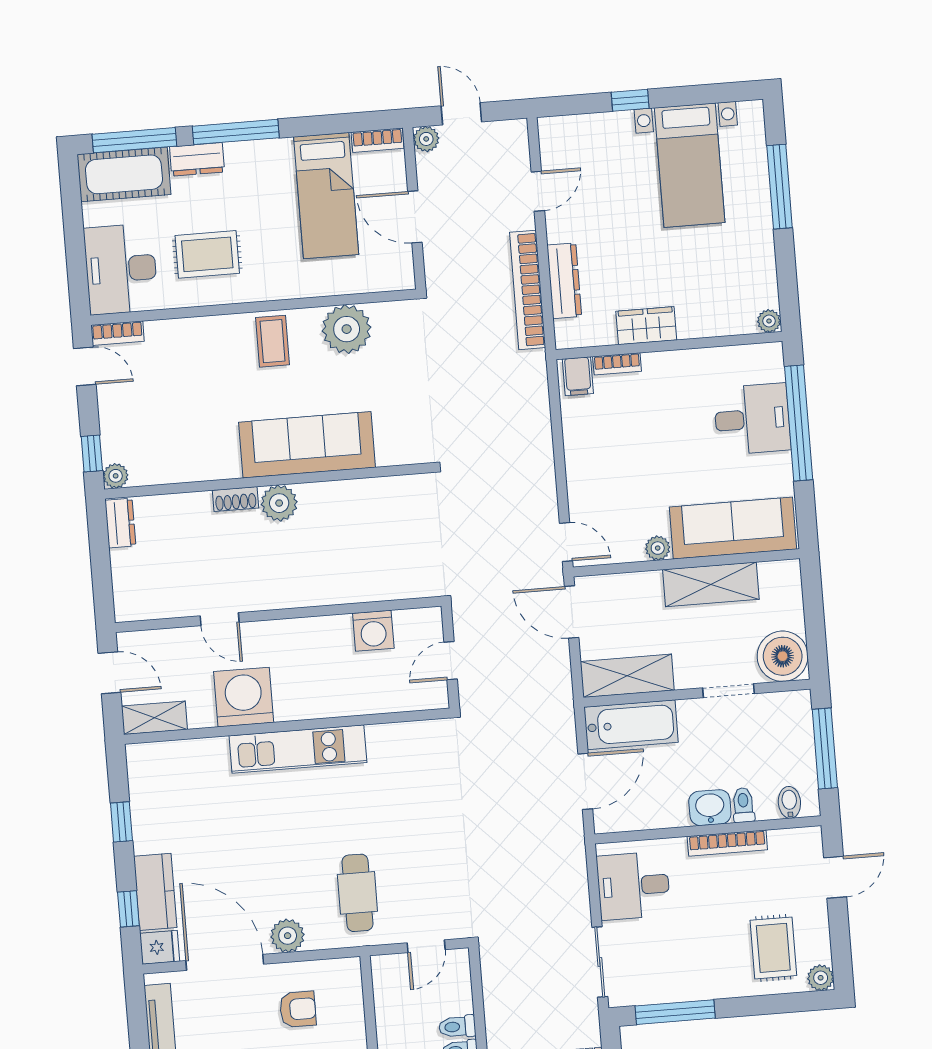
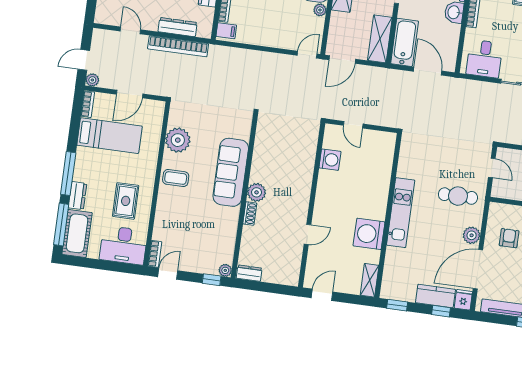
washing machine: (244, 697) -> (369, 234), moved
shelving: (154, 718) -> (370, 280), moved
wall: (287, 726) -> (388, 215), moved
kitchen unit: (298, 749) -> (401, 213), moved

